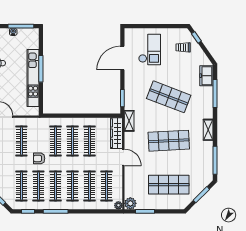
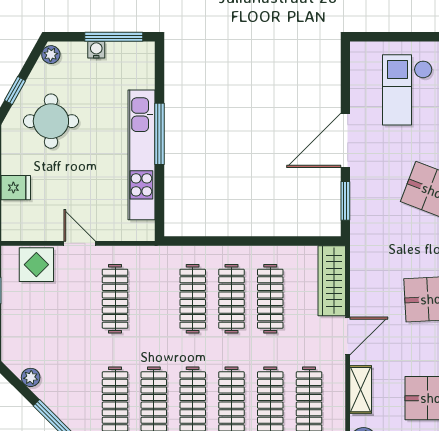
checkout: (150, 49) -> (407, 90), turned 180
door: (122, 58) -> (345, 140), moved
shelving: (129, 121) -> (361, 390), moved
door: (123, 157) -> (348, 336), hinge flipped
armchair: (39, 158) -> (155, 338), removed

